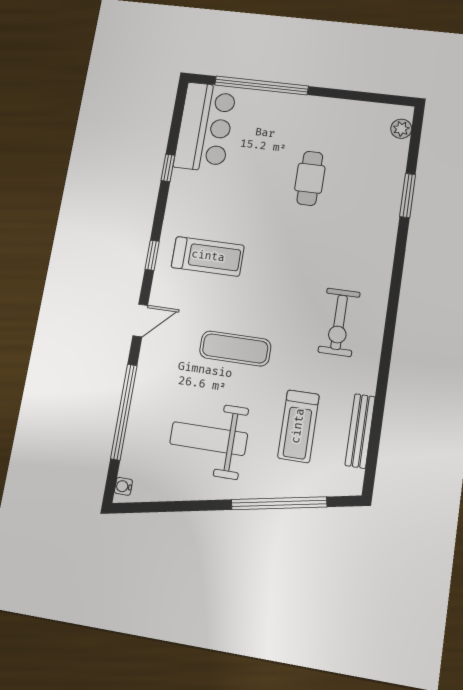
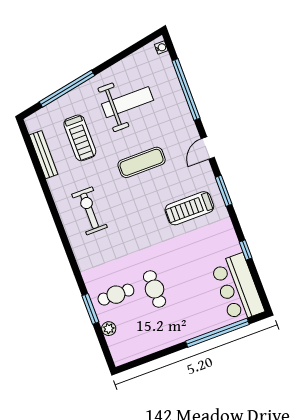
plant: (401, 129) -> (109, 329), moved
cafe table: (364, 196) -> (116, 295), added
window: (152, 255) -> (224, 191), width x1.50
treadmill: (298, 426) -> (80, 138), turned 180

